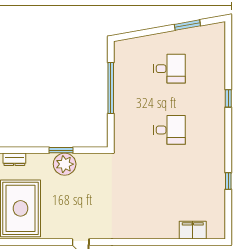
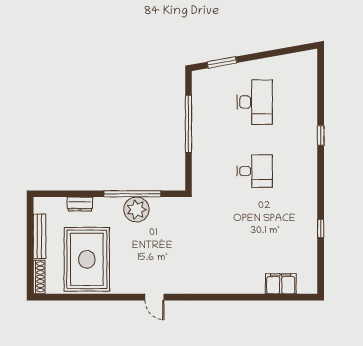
window: (187, 25) -> (222, 62), moved
desk: (170, 69) -> (255, 102), width x1.37
window: (61, 150) -> (132, 194), width x2.11

